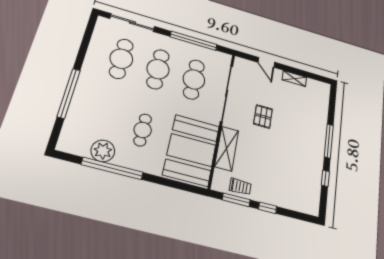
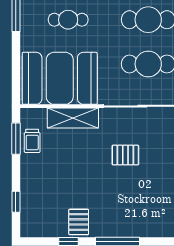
pallet: (311, 166) -> (79, 222), added
window: (268, 208) -> (16, 202), moved

